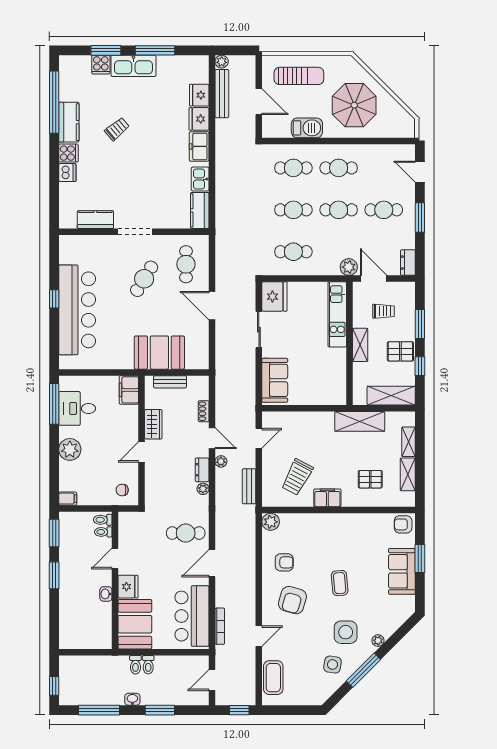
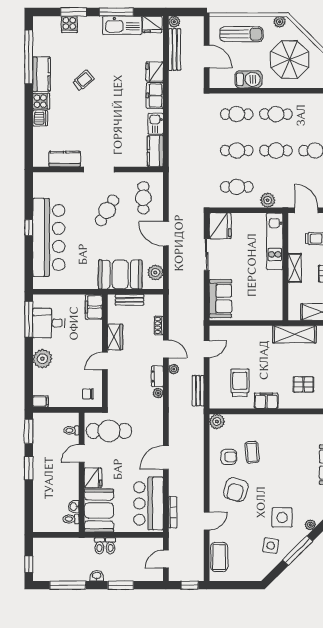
plant: (343, 62) -> (280, 22), added
kitchen sink: (133, 66) -> (122, 25), moved
fridge: (199, 95) -> (152, 24), moved, turned -90
plant: (349, 267) -> (268, 200), moved
plant: (200, 350) -> (155, 272), added
trolley: (297, 477) -> (240, 383), turned 152
toilet: (103, 520) -> (71, 519), moved
cafe table: (186, 533) -> (109, 431), moved, width x1.37, depth x1.35
coffee table: (340, 583) -> (252, 452), moved
washbasin: (106, 594) -> (74, 507), moved

